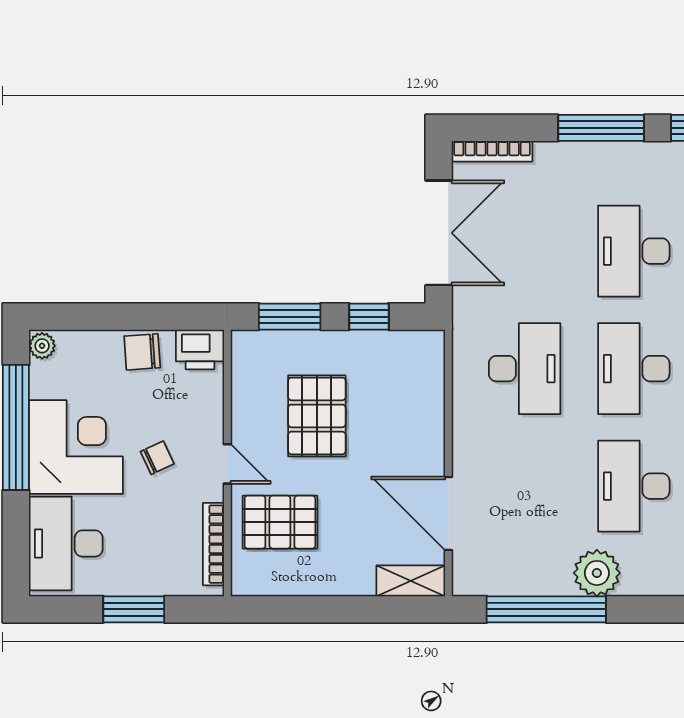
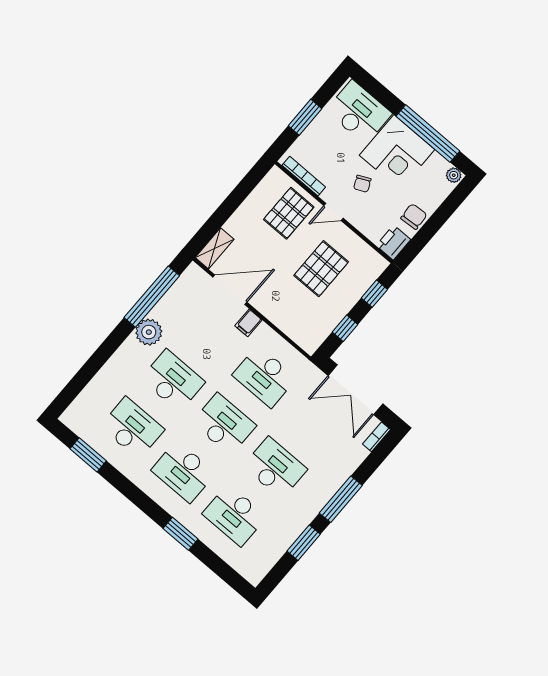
bookcase: (492, 151) -> (377, 437), width x0.64
window: (290, 317) -> (374, 294), width x0.67
pallet: (317, 416) -> (321, 269), turned 90
filing cabinet: (471, 451) -> (248, 323), added

